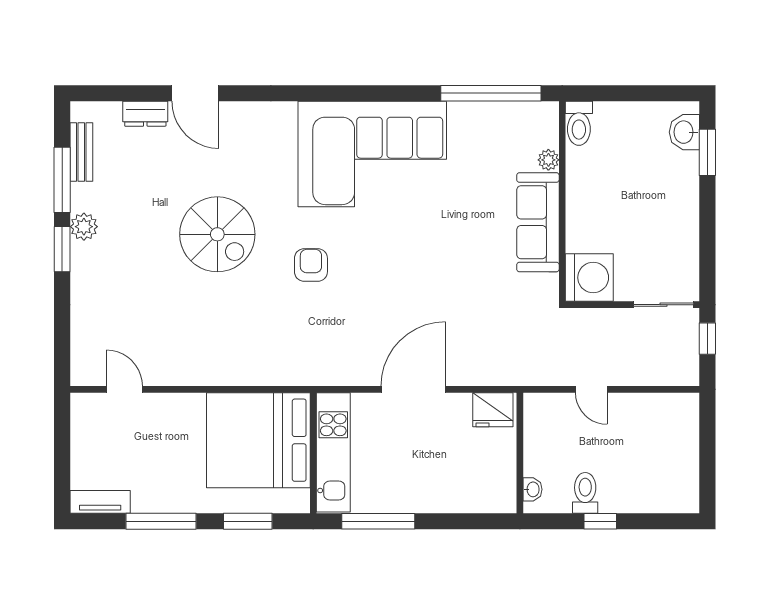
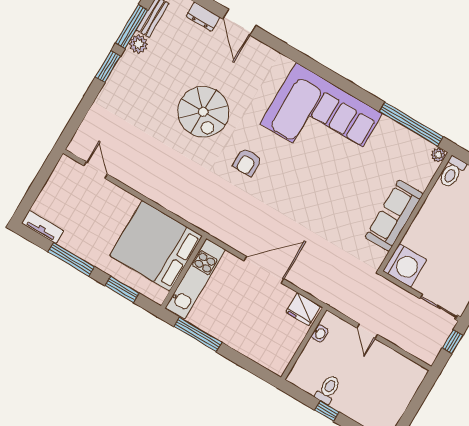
plant: (548, 160) -> (438, 155), moved
plant: (84, 227) -> (138, 44), moved
armchair: (311, 265) -> (247, 162), turned 180
washbasin: (532, 489) -> (320, 333), moved

